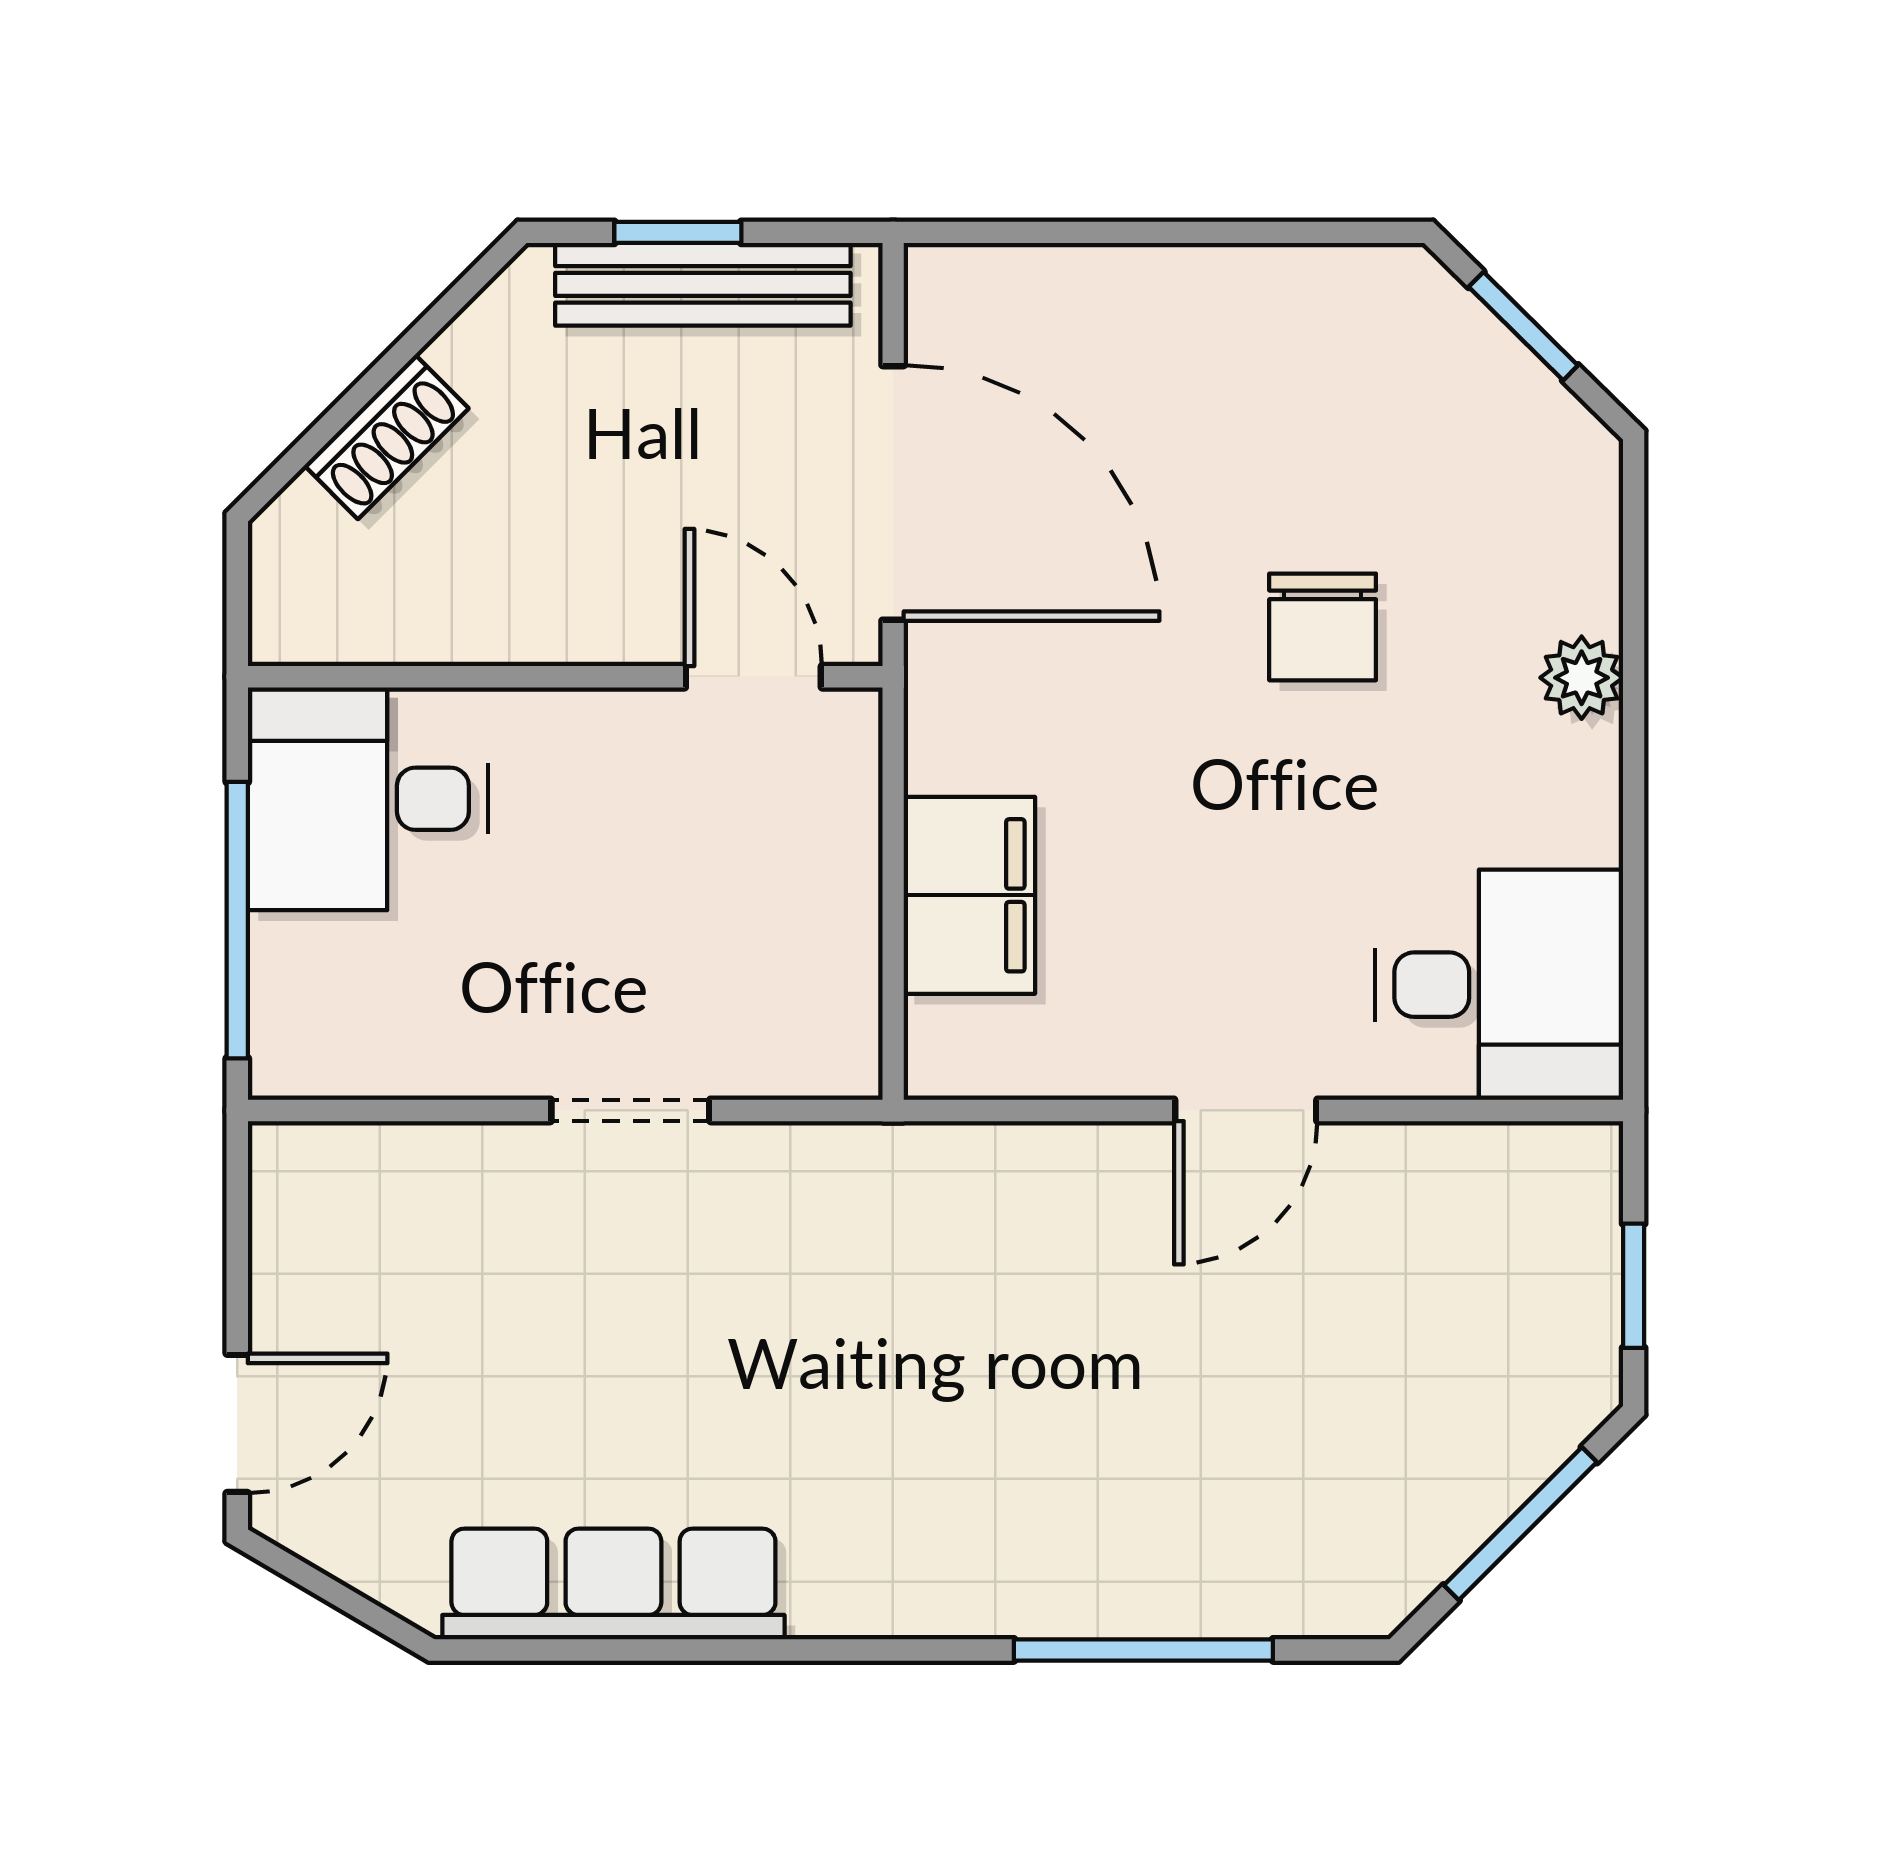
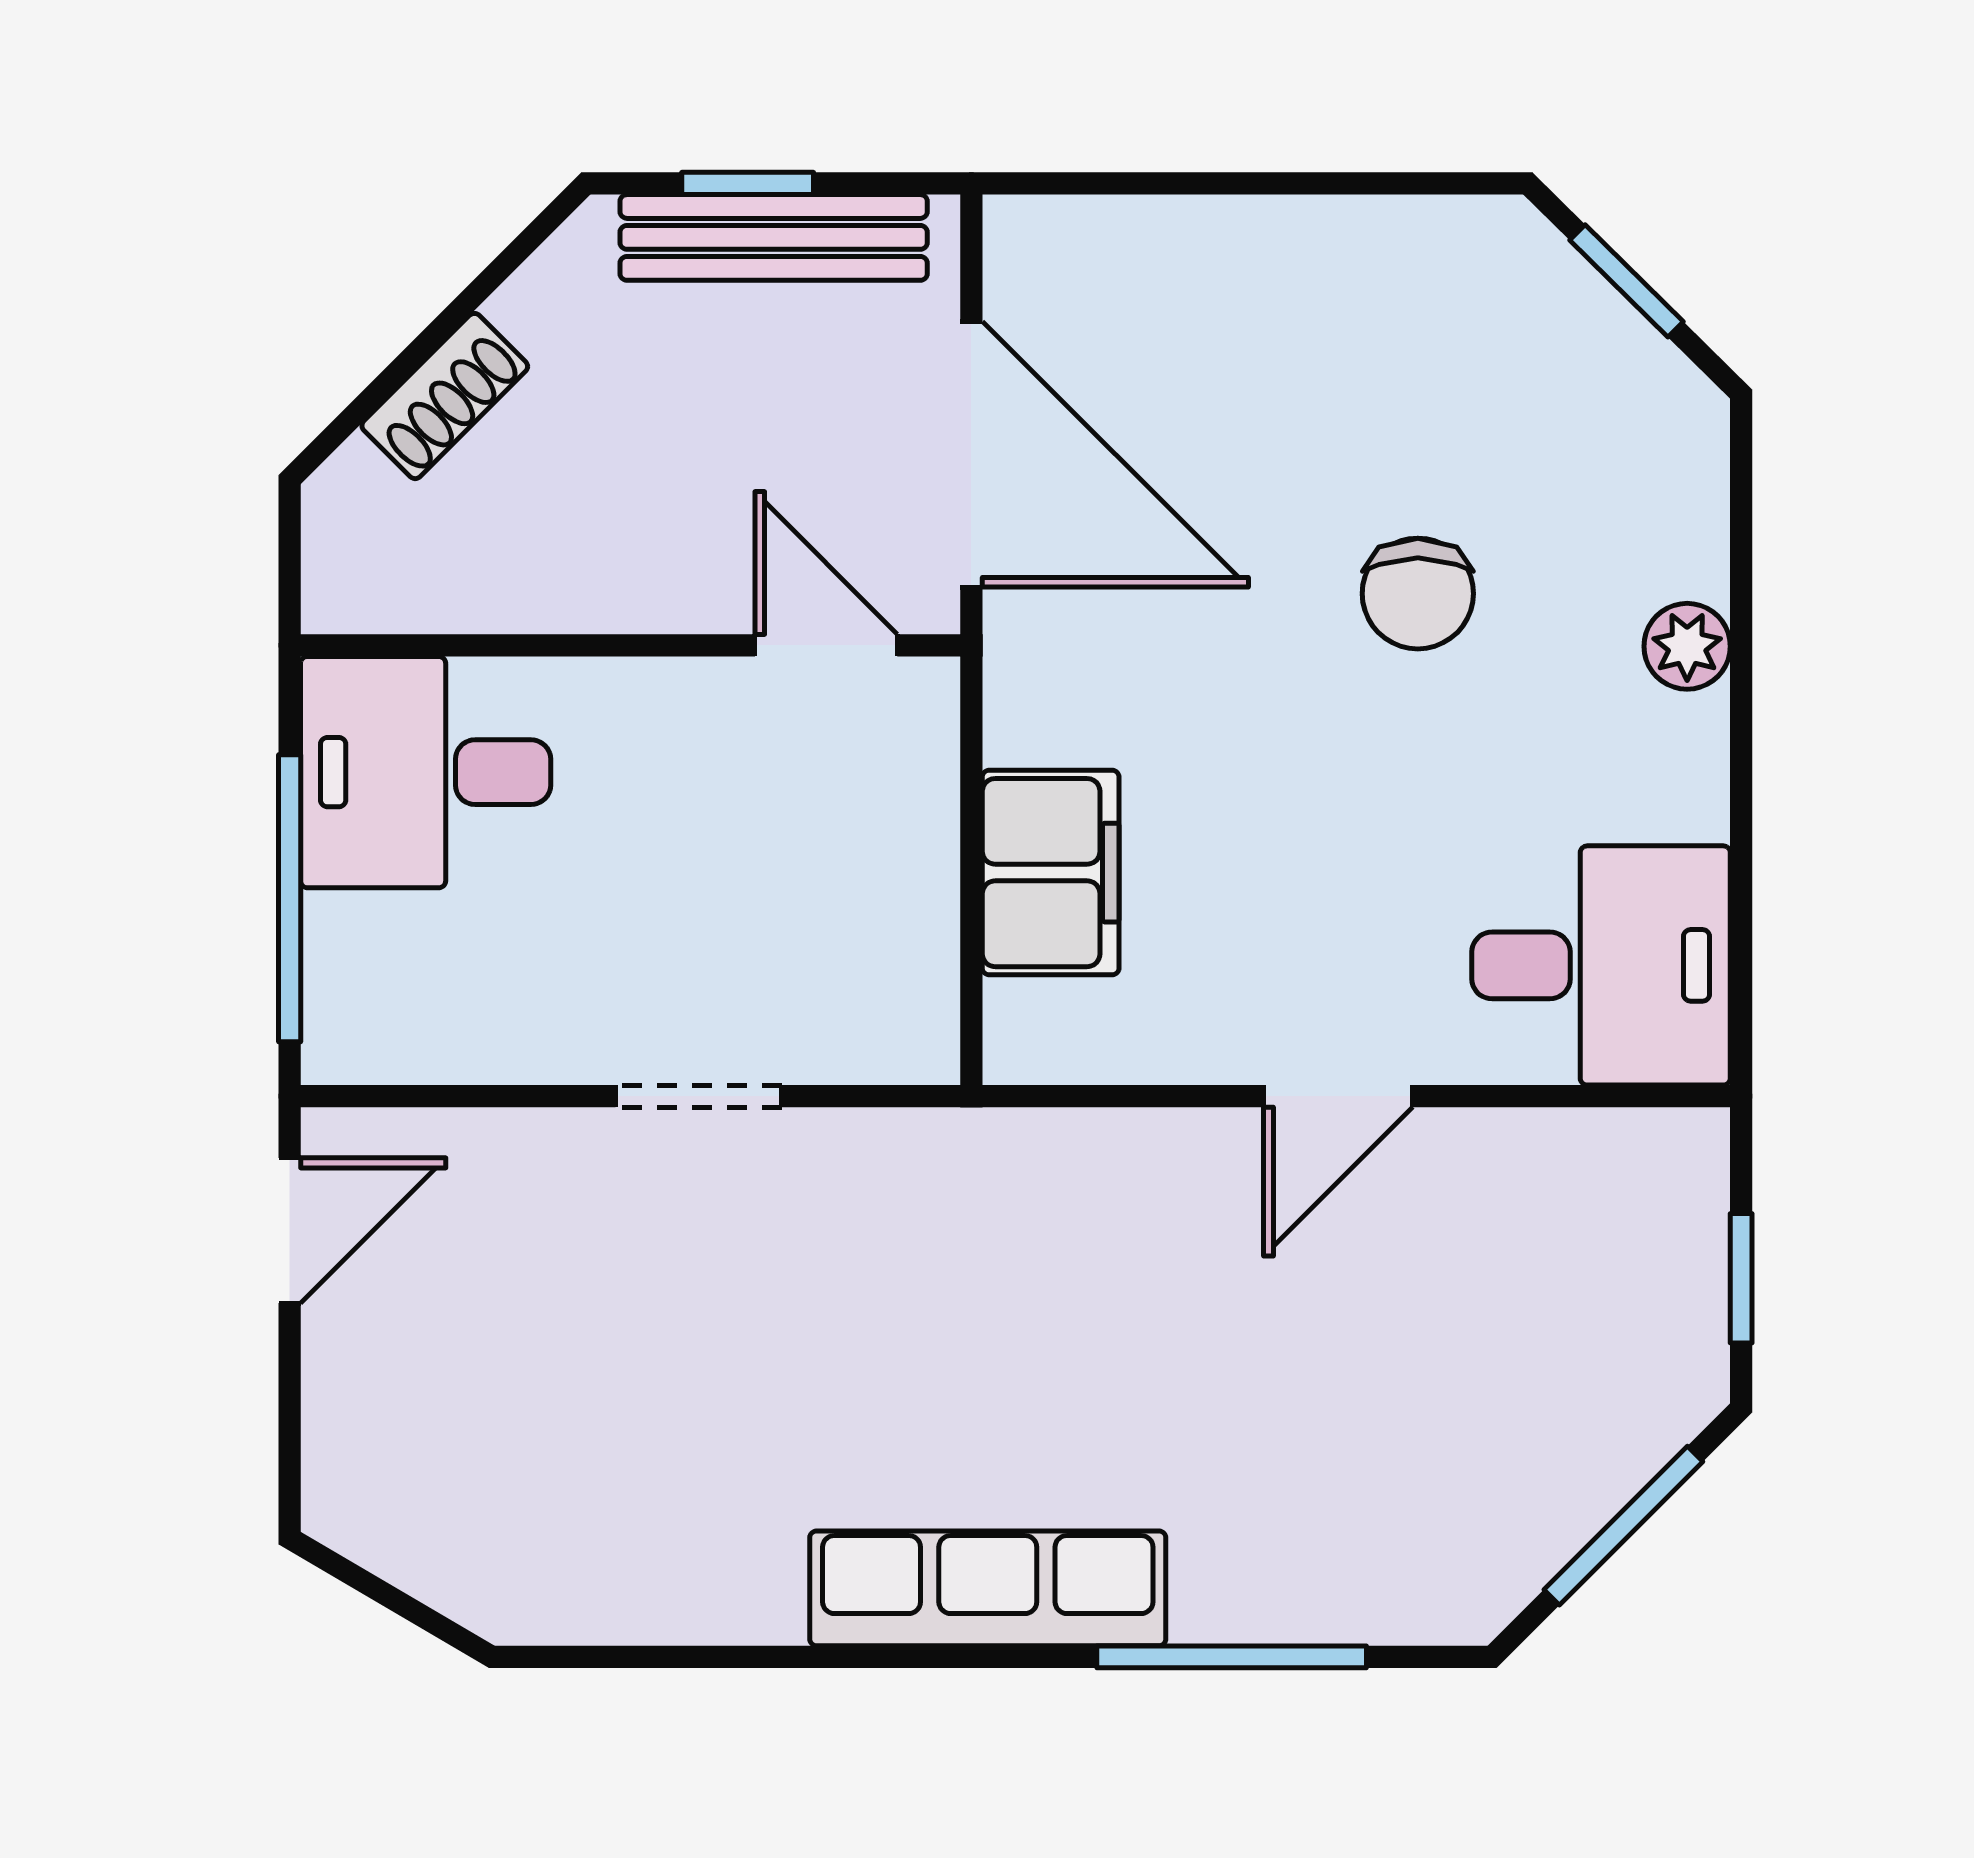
door: (237, 1423) -> (290, 1231), moved
row of seats: (613, 1584) -> (988, 1588), moved

